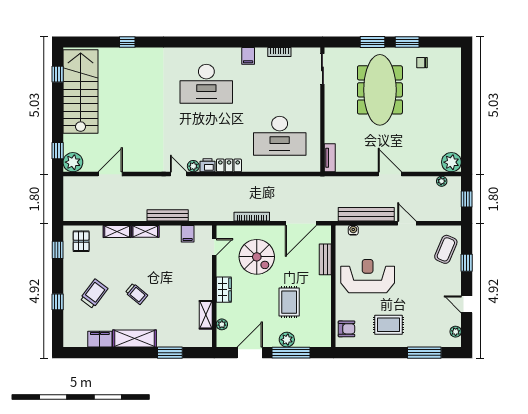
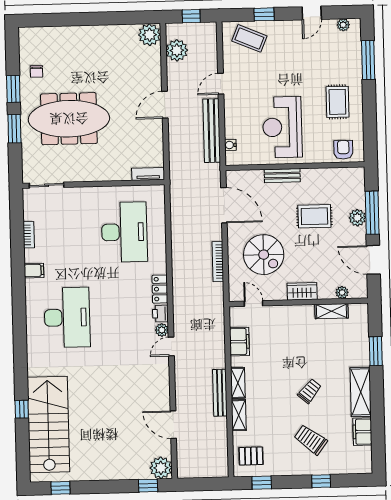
stairs: (81, 91) -> (48, 424), moved, turned 90
plant: (442, 181) -> (177, 50), width x1.88, depth x1.88
bench: (168, 215) -> (220, 393), moved
filing cabinet: (188, 234) -> (239, 342), width x2.00
spiral stairs: (257, 257) -> (264, 255), turned 90
bench: (325, 259) -> (282, 176), moved

